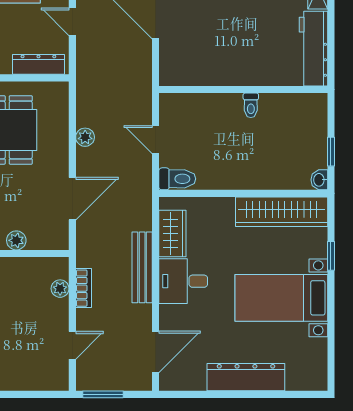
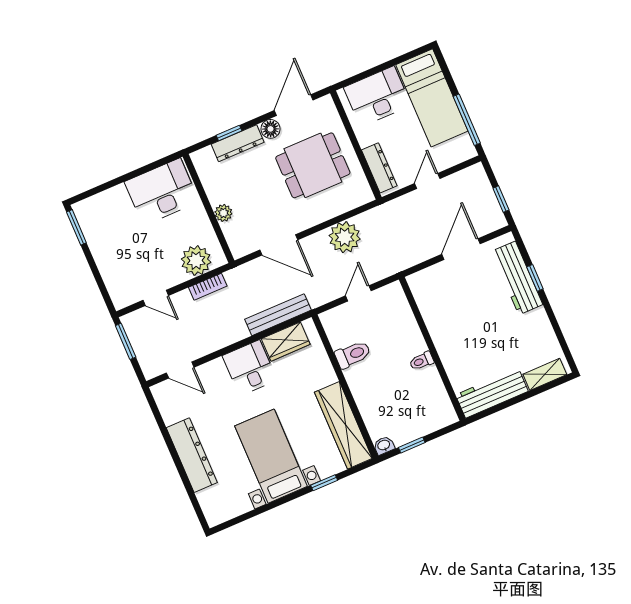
plant: (85, 137) -> (345, 237), width x1.87, depth x1.87
toilet: (177, 179) -> (353, 354), moved, turned -90
bench: (142, 267) -> (278, 315), moved
plant: (60, 289) -> (196, 261), width x1.88, depth x1.88
door: (155, 352) -> (180, 370), width x0.73

